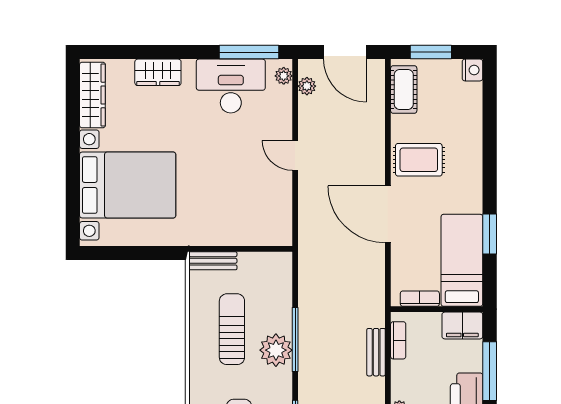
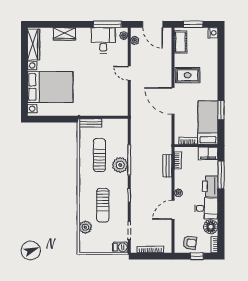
desk: (231, 86) -> (103, 40), width x0.73

